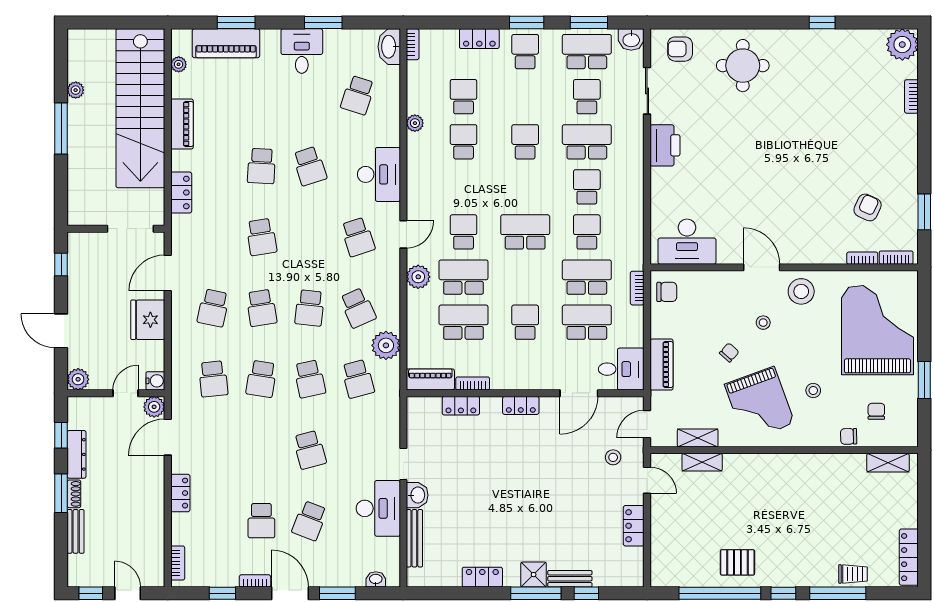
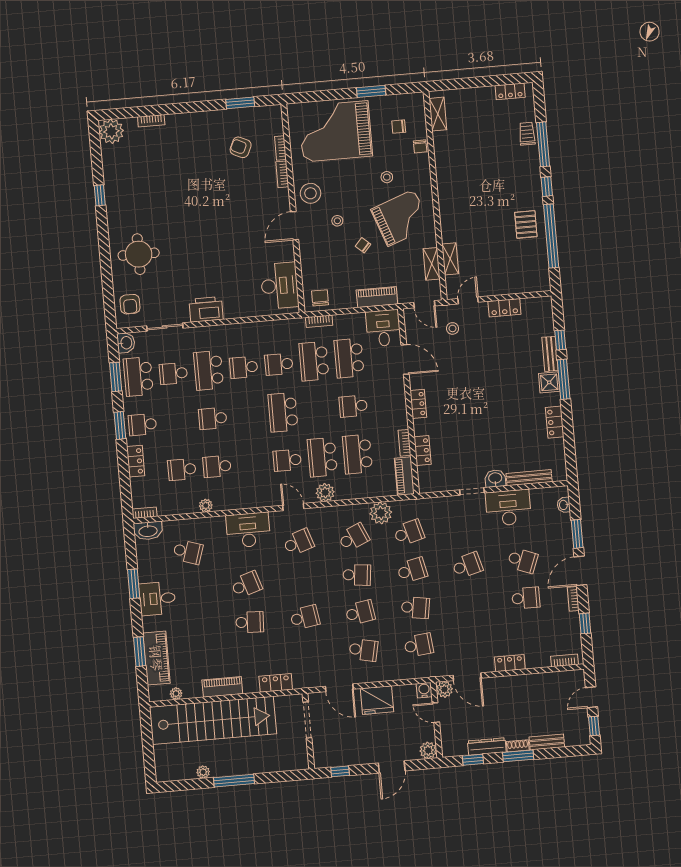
bookcase: (896, 258) -> (282, 174), moved
locker: (909, 557) -> (510, 91), width x0.66

